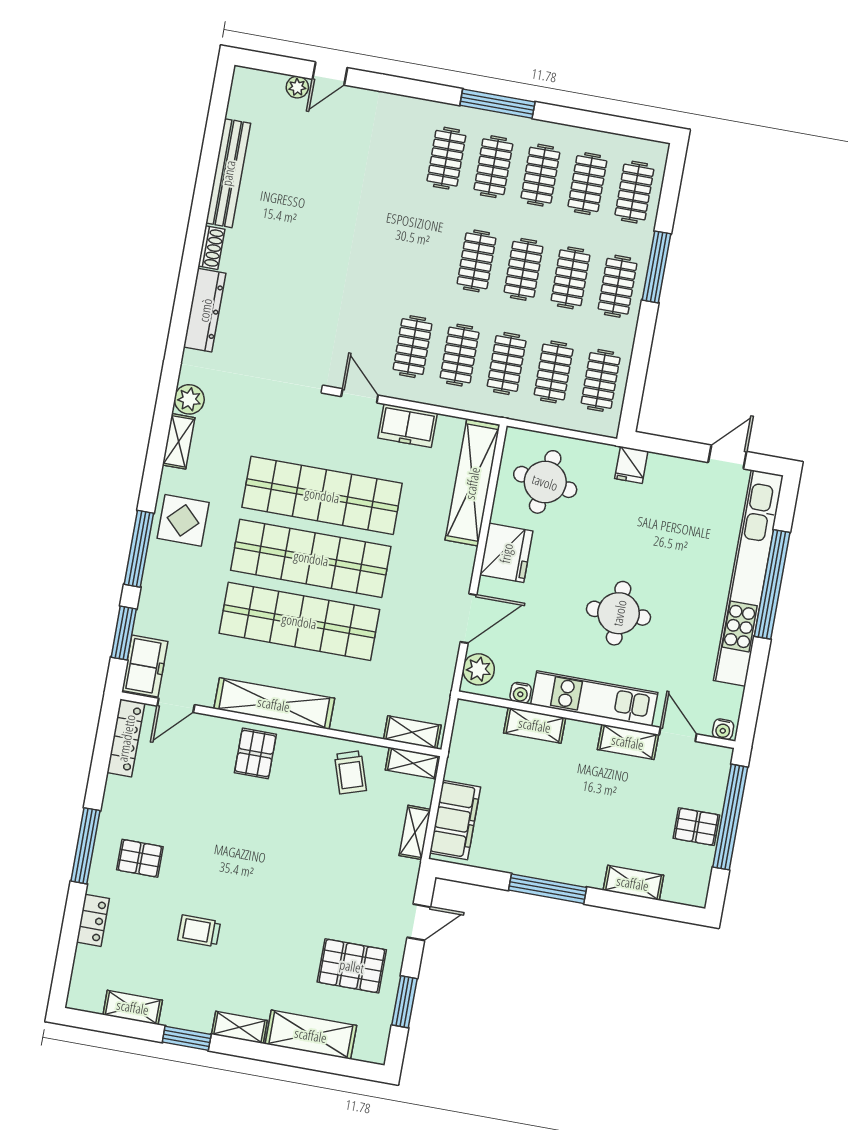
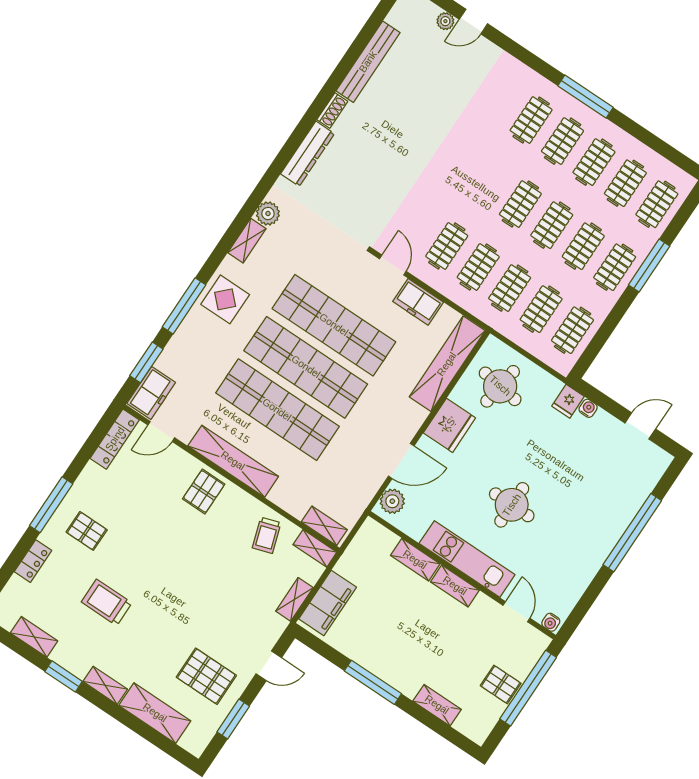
kitchen unit: (748, 578) -> (617, 520), removed
water cooler: (521, 693) -> (588, 408), moved, turned 180
shelving: (628, 742) -> (455, 586), moved
trolley: (199, 931) -> (107, 602), width x1.36, depth x1.39

